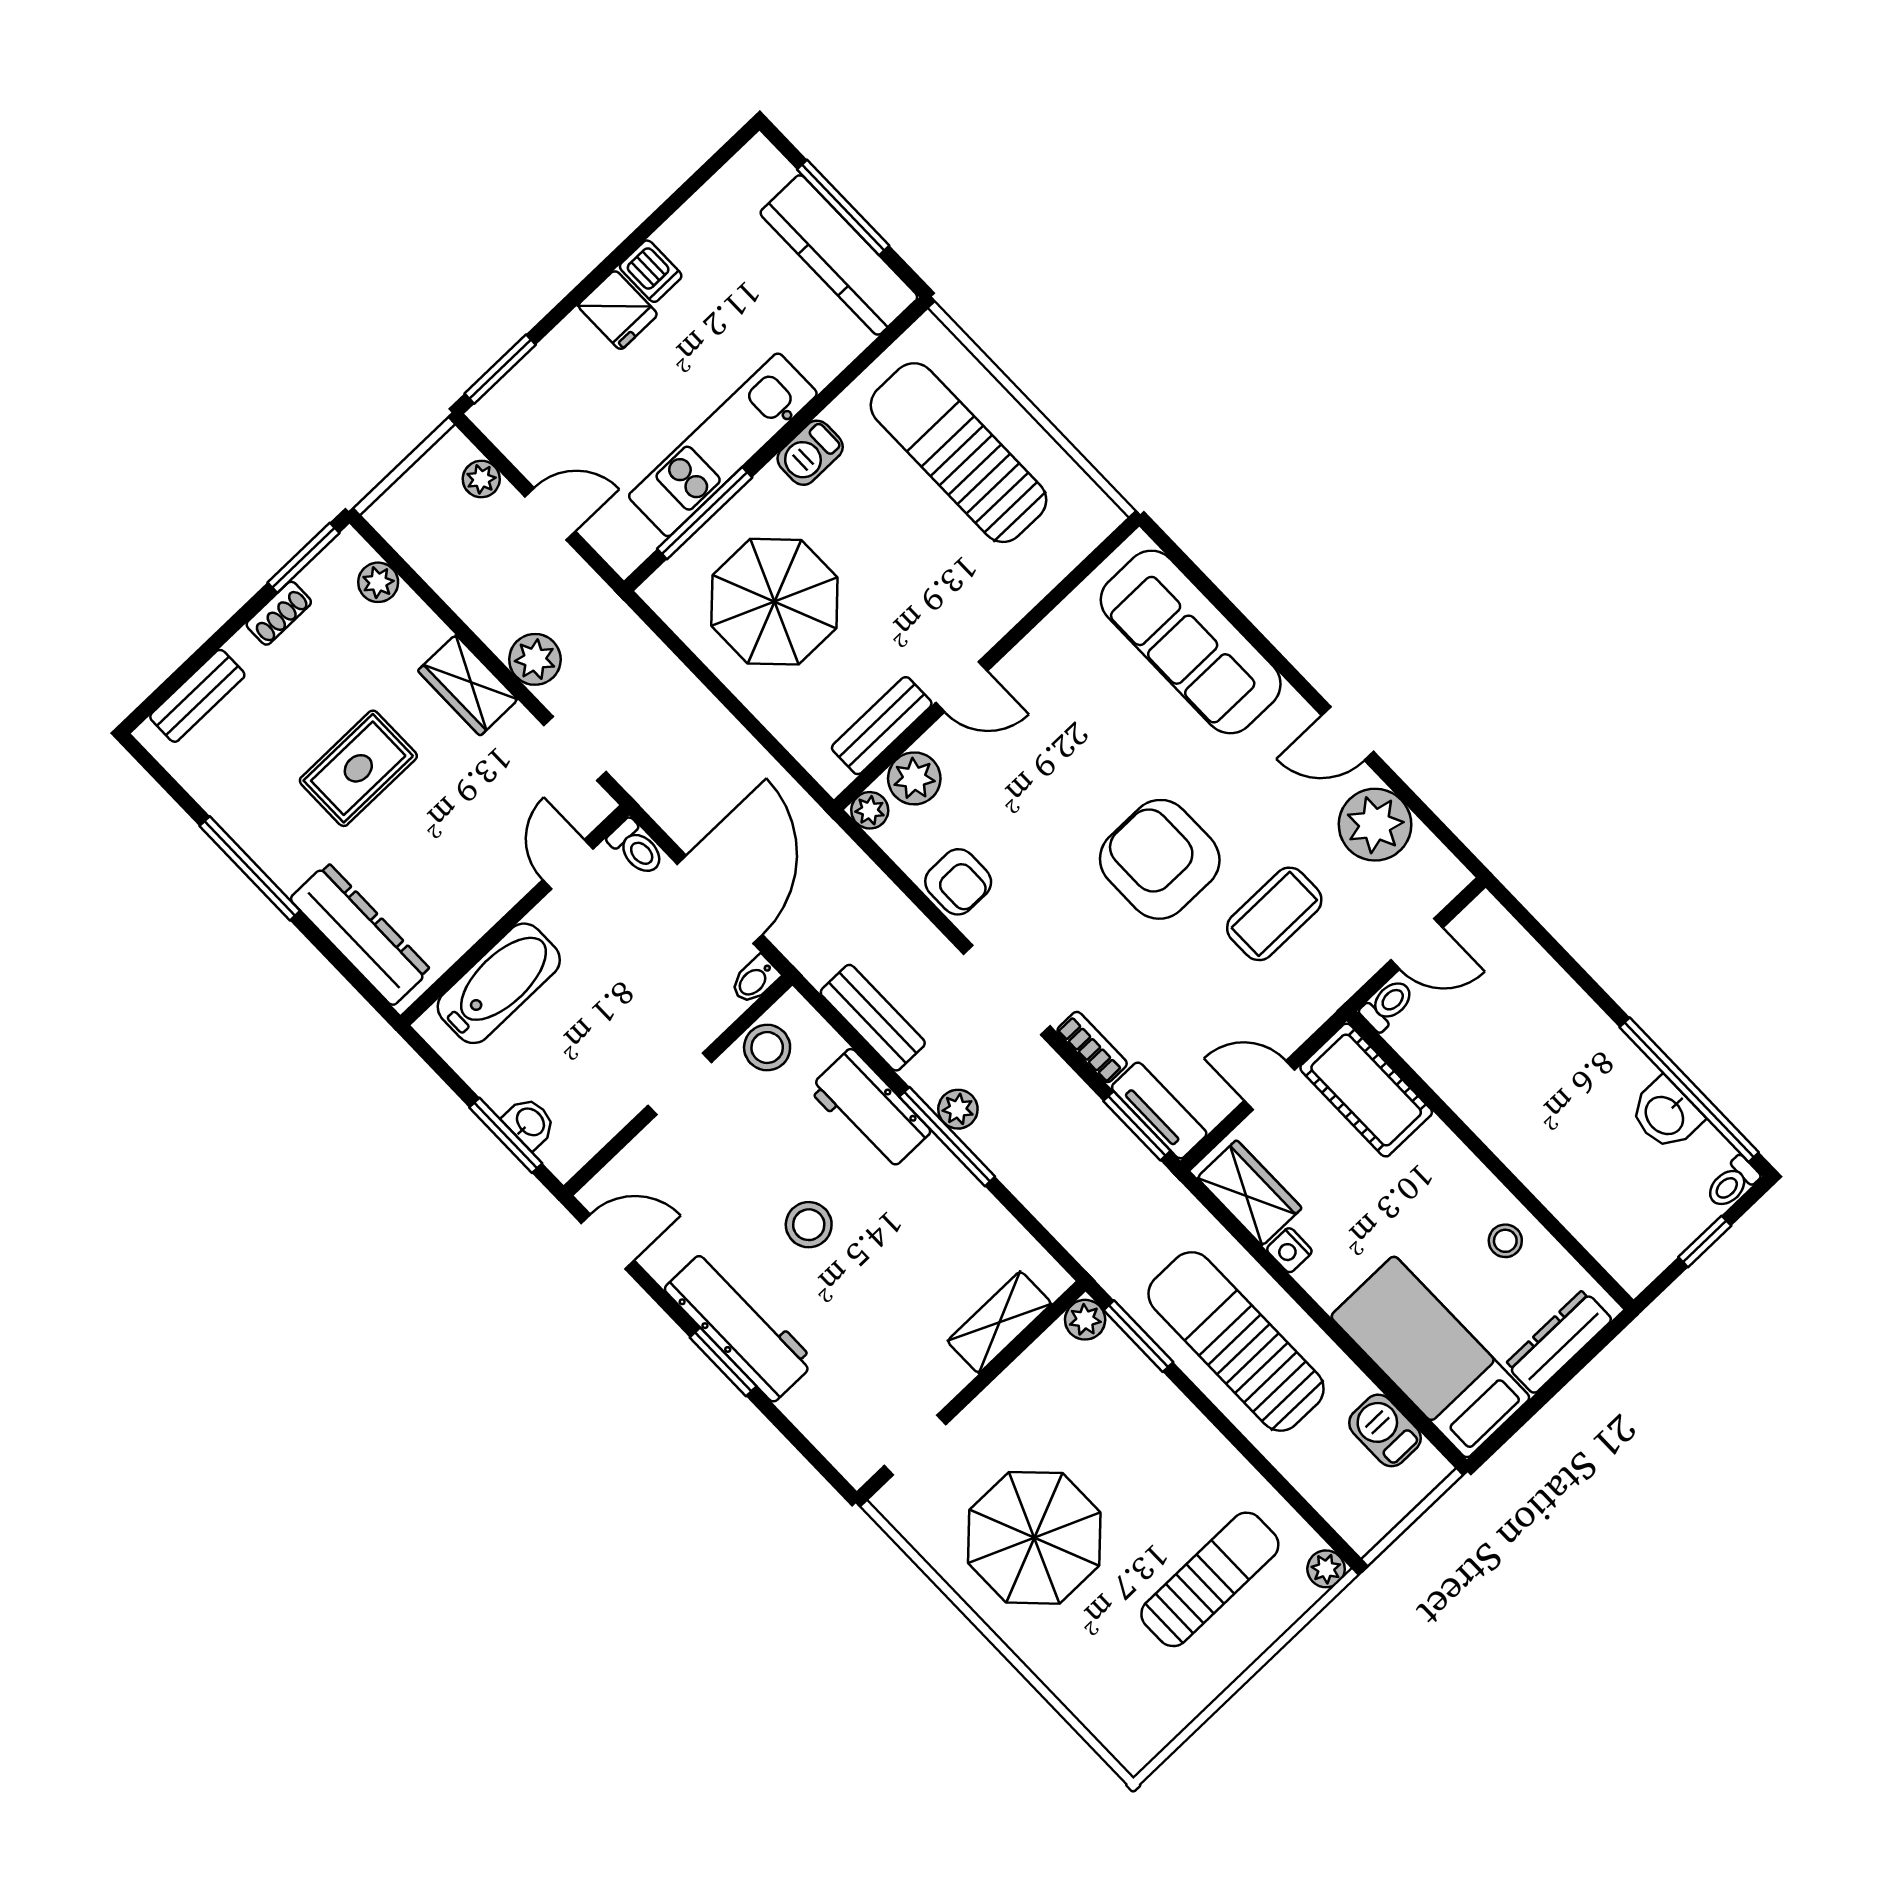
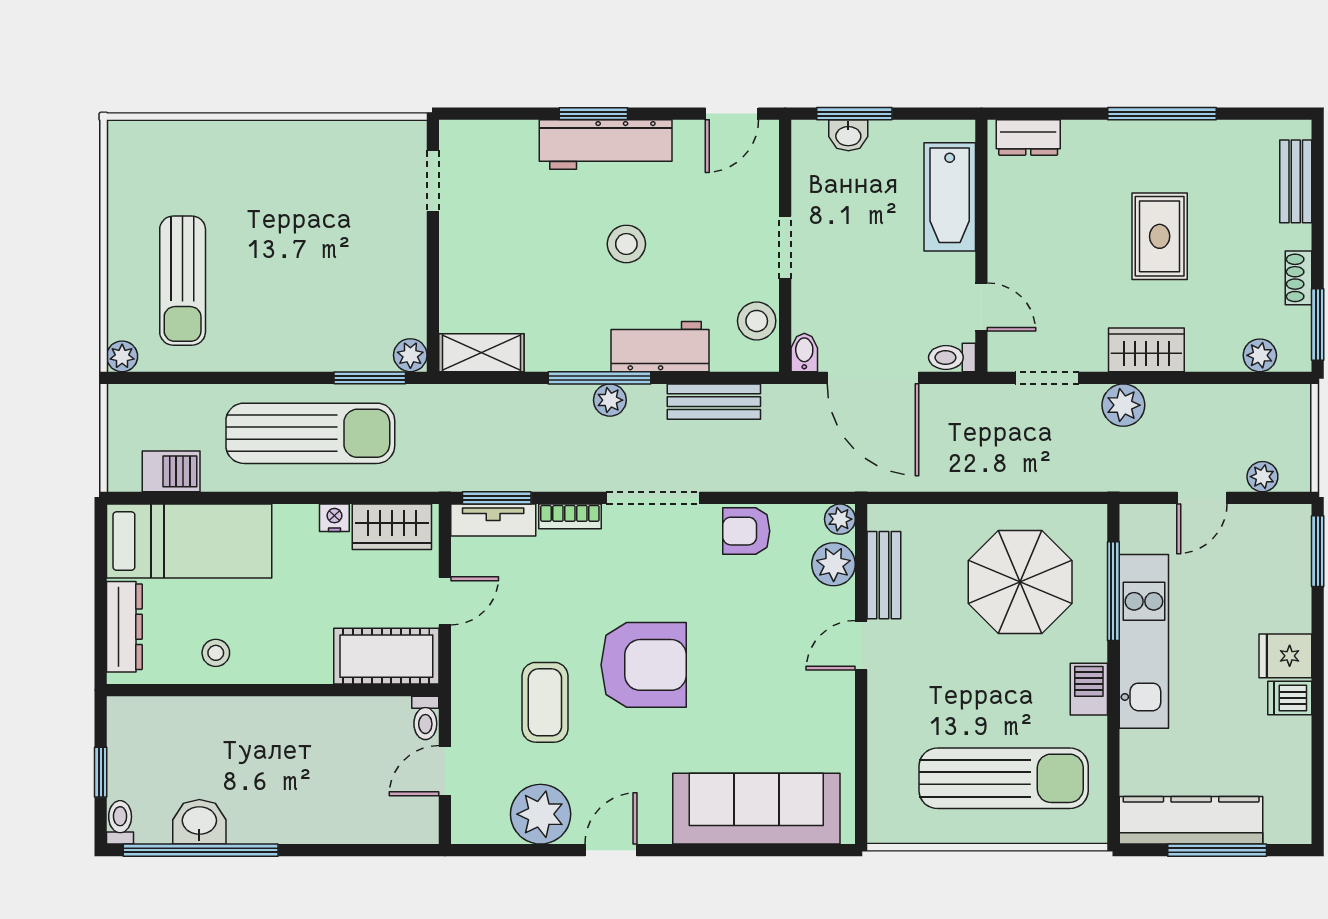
dresser: (360, 934) -> (1028, 137), width x0.51, depth x0.80
shelving: (999, 1322) -> (481, 353), moved, turned 90
parasol: (1034, 1538) -> (309, 199), removed

